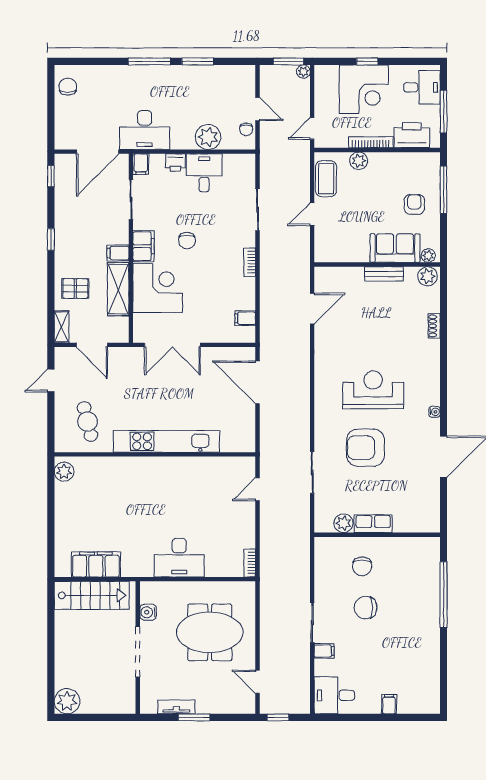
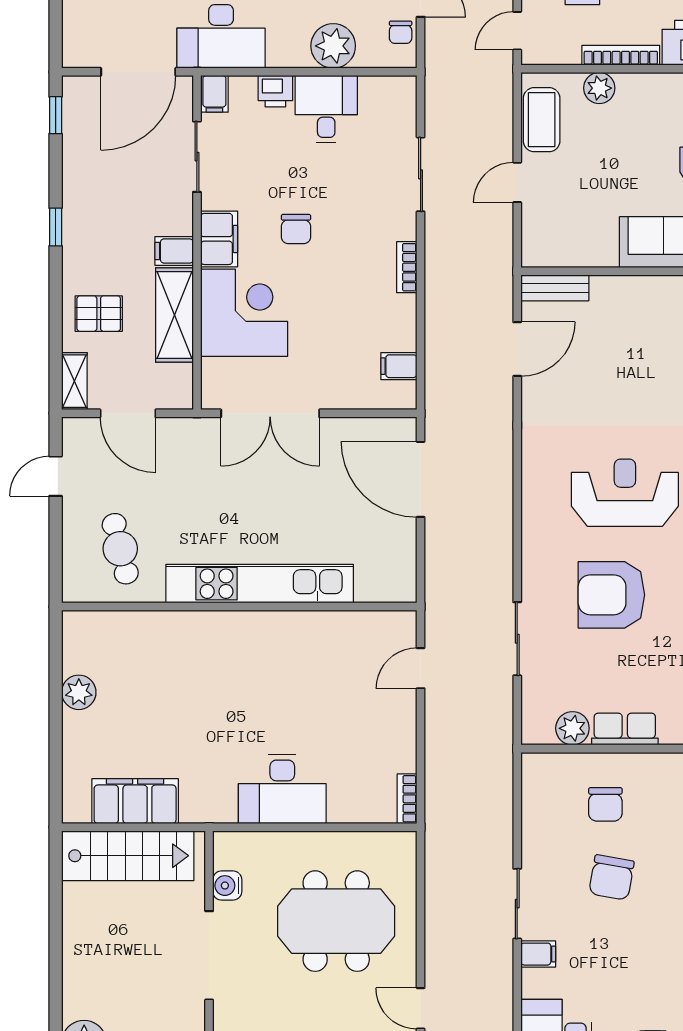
bench: (384, 274) -> (555, 288), moved
plant: (64, 472) -> (79, 692), moved
chair: (366, 608) -> (611, 877), turned -80

